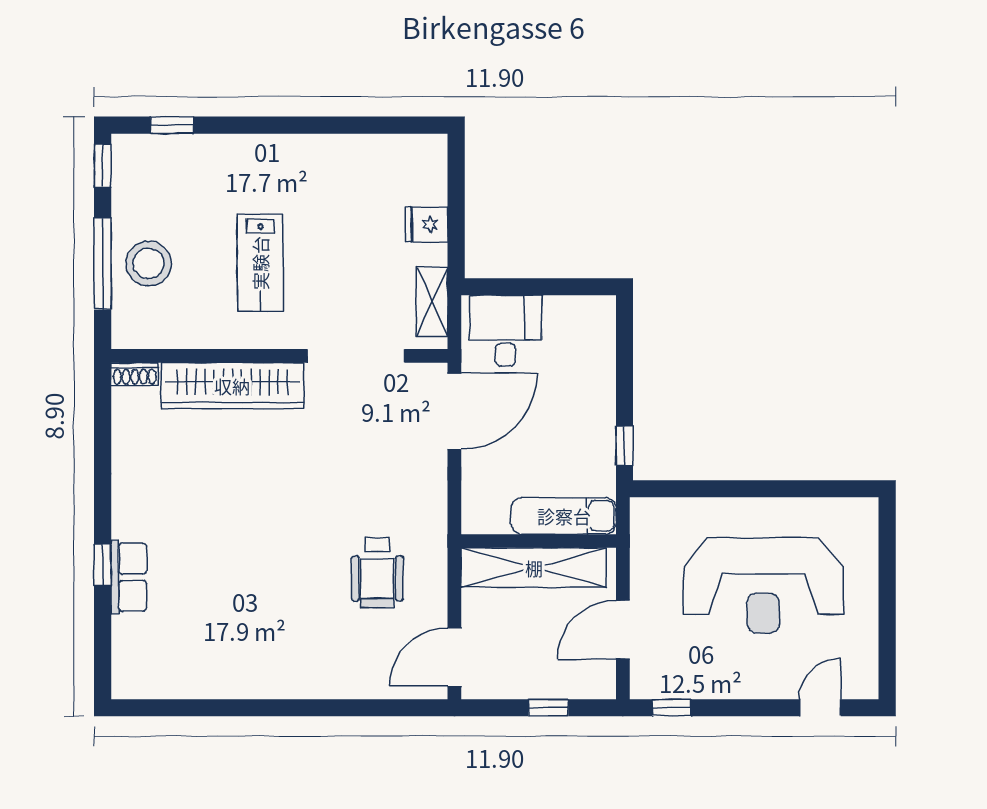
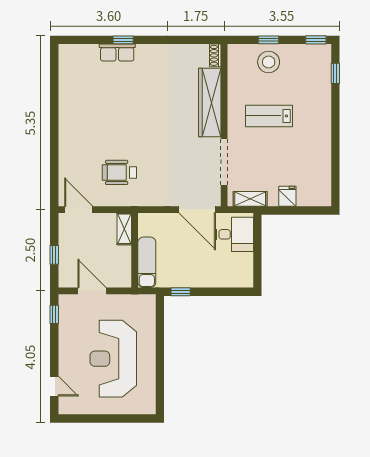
window: (103, 264) -> (269, 40), width x0.46
shelving: (534, 568) -> (124, 229), width x0.45, depth x0.75

